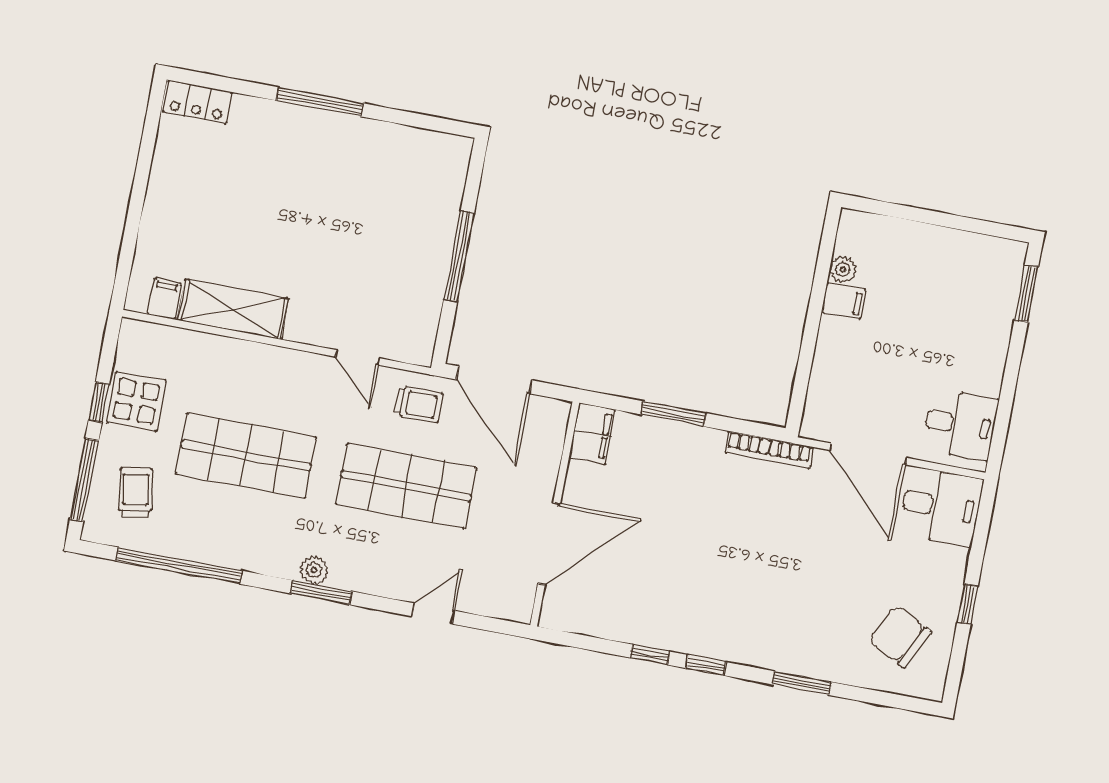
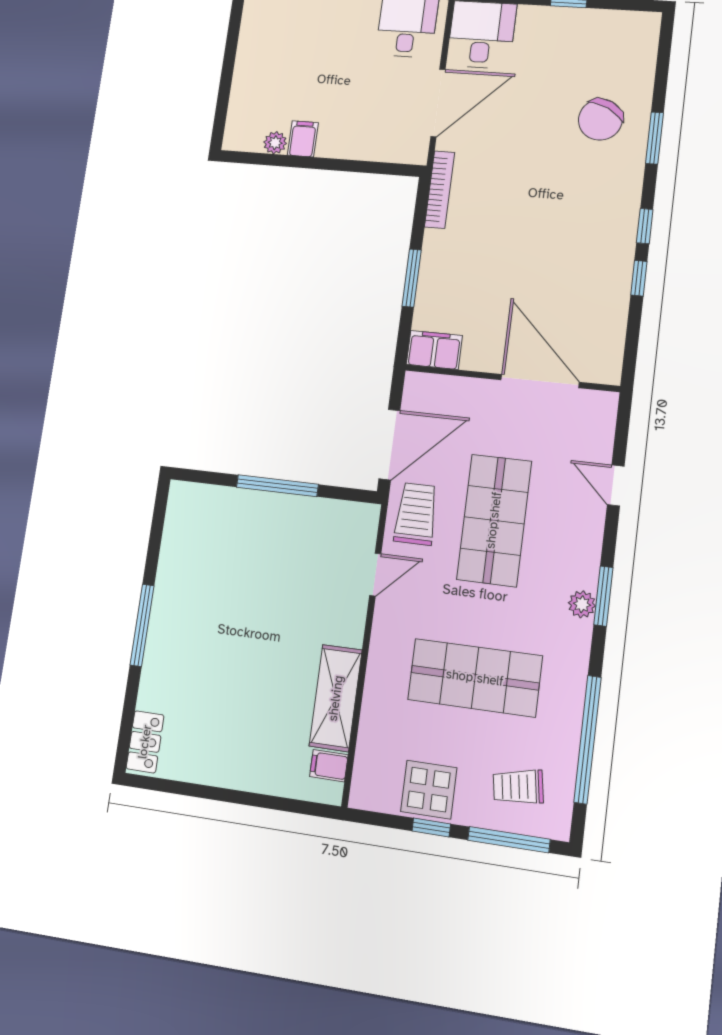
trolley: (418, 404) -> (416, 514), width x1.36, depth x1.39
shop shelf: (246, 456) -> (475, 678), turned 90
chair: (900, 636) -> (600, 120), moved

